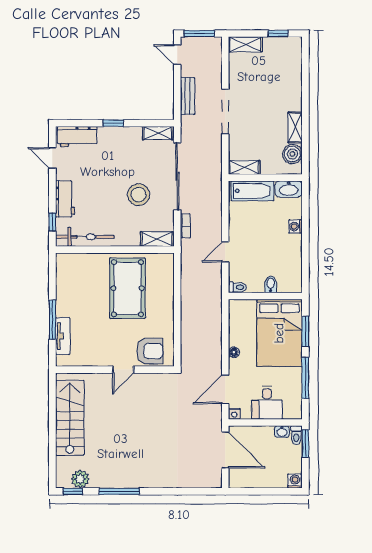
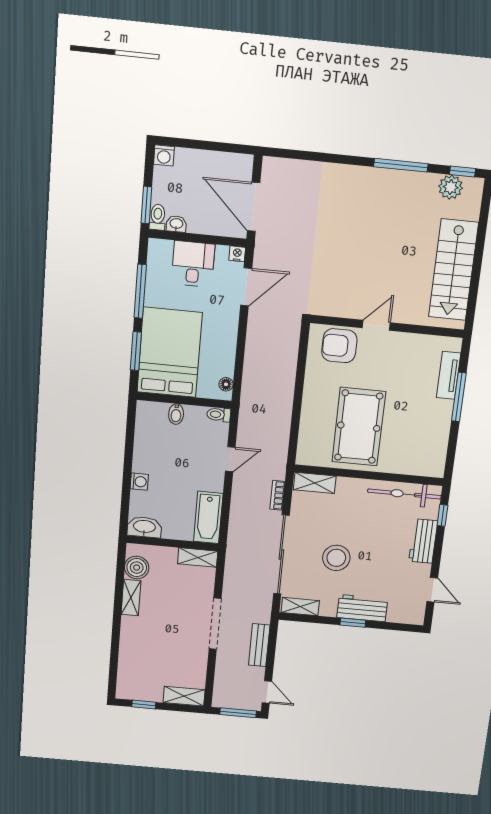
workbench: (77, 137) -> (362, 608), moved
bathtub: (253, 191) -> (208, 517), moved, turned -90
stool: (139, 195) -> (336, 558), moved
floor lamp: (234, 352) -> (226, 384), moved

